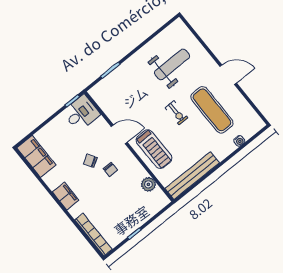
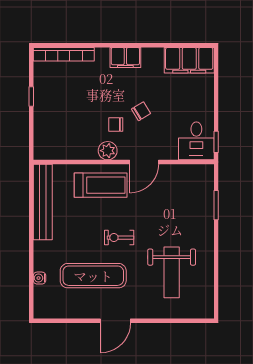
treadmill: (154, 149) -> (101, 185), turned 180
plant: (148, 184) -> (108, 151), moved

